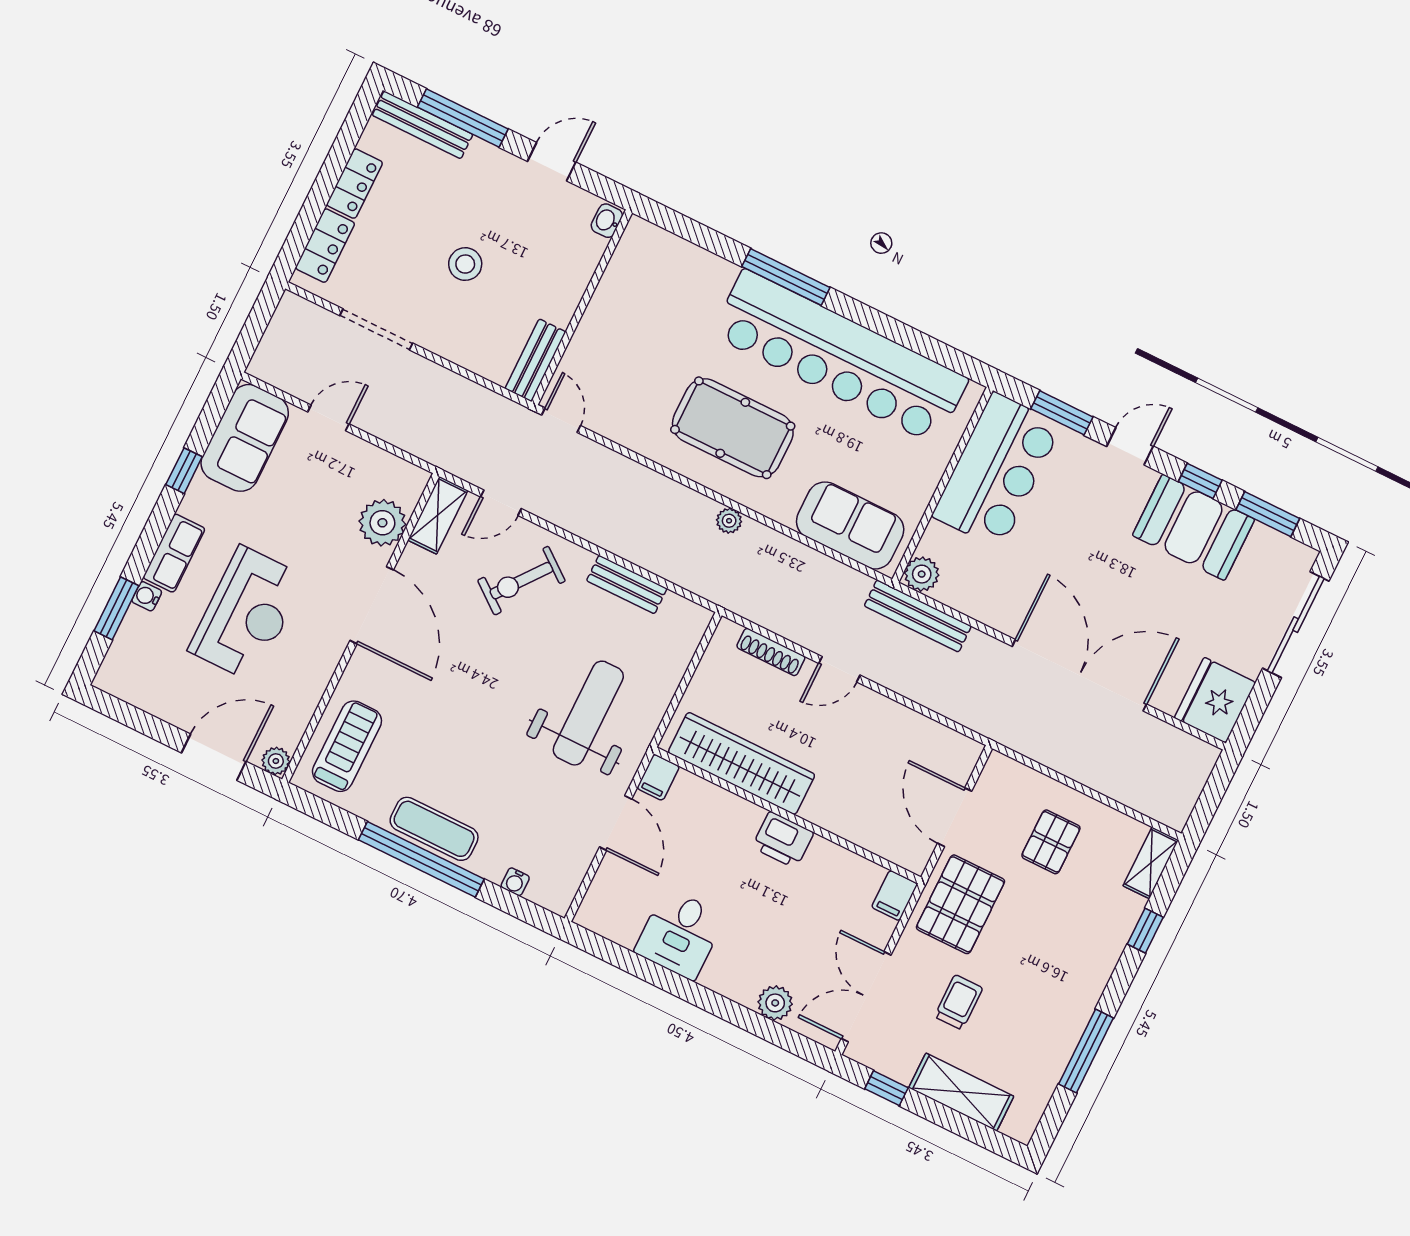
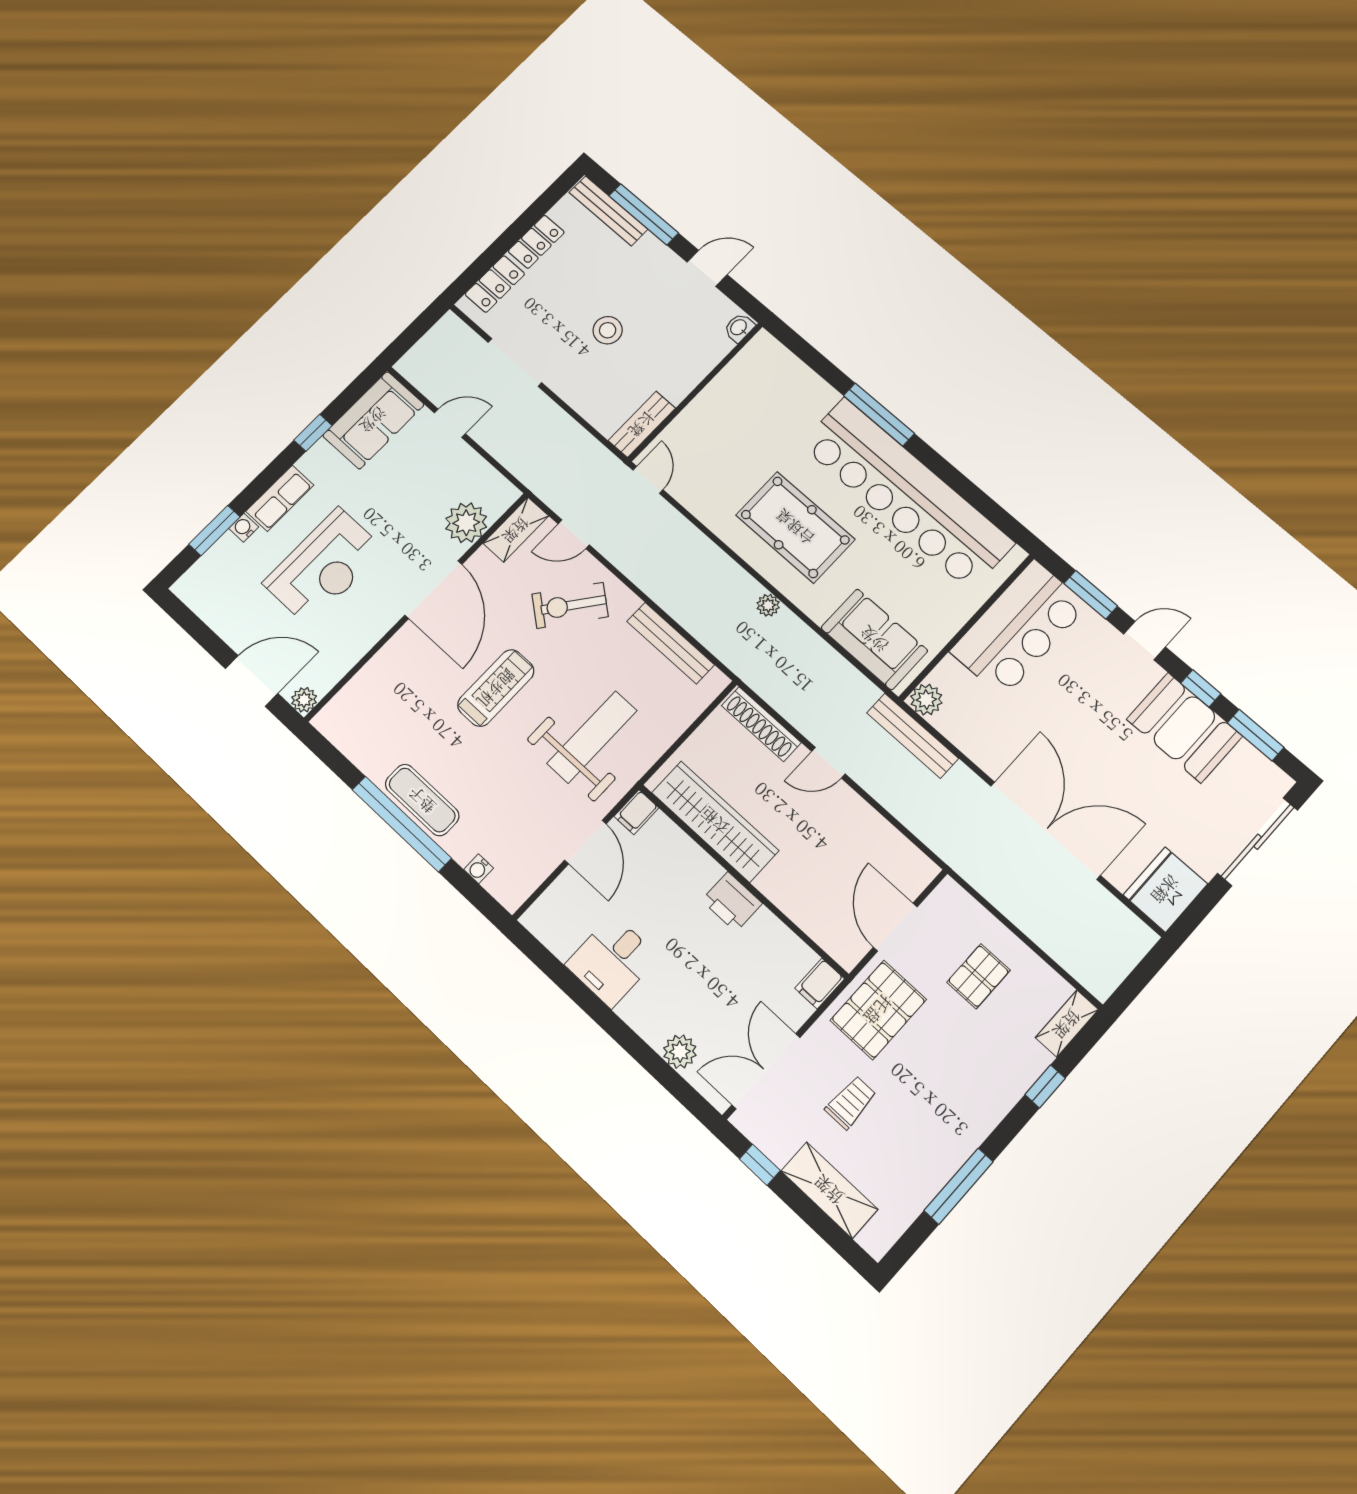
bench: (627, 585) -> (671, 643), width x1.36
shoe rack: (771, 652) -> (761, 724), width x1.36, depth x1.24
treadmill: (347, 746) -> (496, 688), moved

